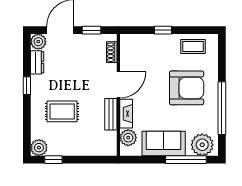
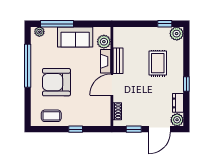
rug: (62, 111) -> (158, 63), turned 90
plant: (202, 145) -> (39, 32), width x0.53, depth x0.53

